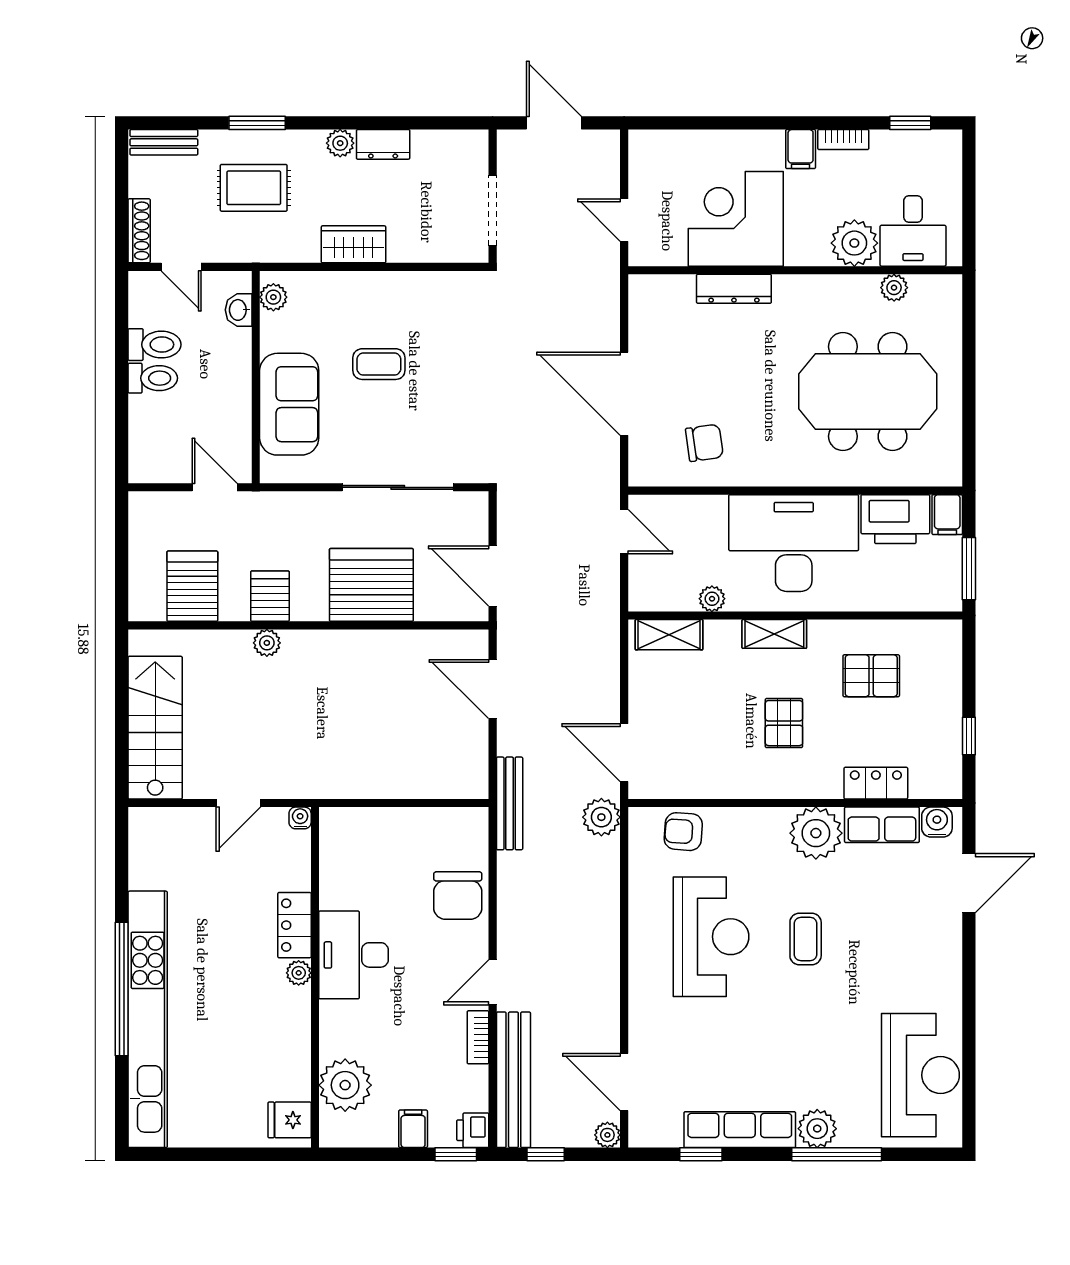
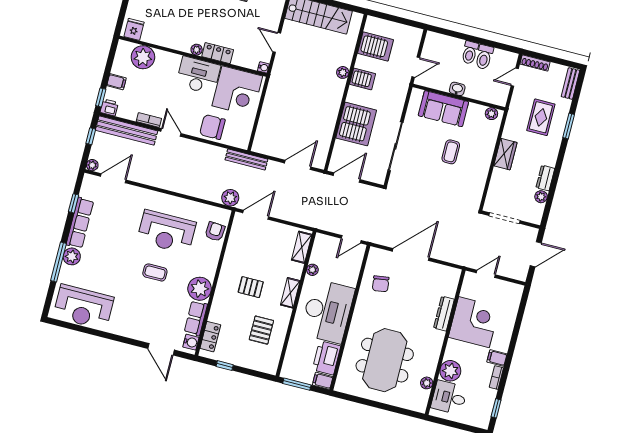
plant: (340, 143) -> (541, 197), moved
washbasin: (239, 310) -> (457, 89), moved
locker: (876, 783) -> (210, 337), moved
corner desk: (366, 862) -> (237, 91), added

